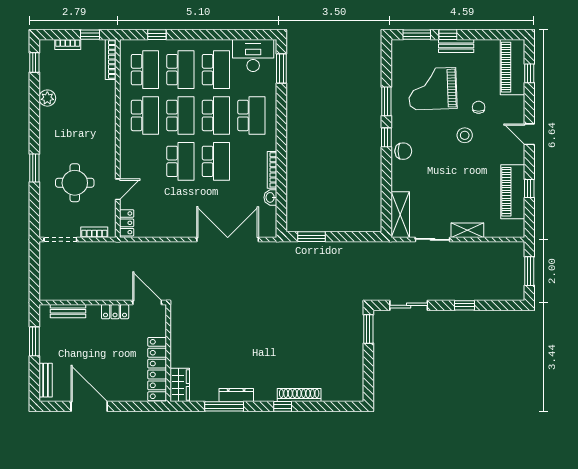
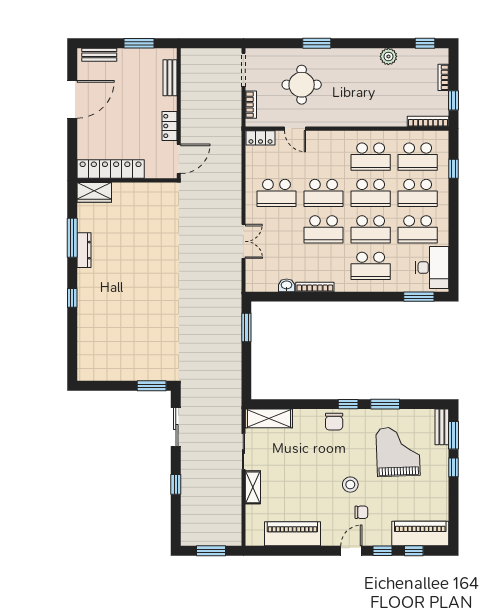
bench: (456, 46) -> (442, 427), moved
chair: (479, 107) -> (361, 512), moved
window: (529, 188) -> (383, 551), moved
school desk: (180, 207) -> (276, 193), added
double door: (228, 239) -> (243, 241), width x0.54
shoe rack: (299, 395) -> (84, 315), removed

